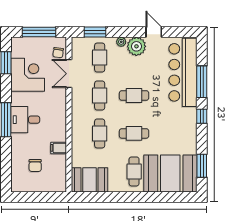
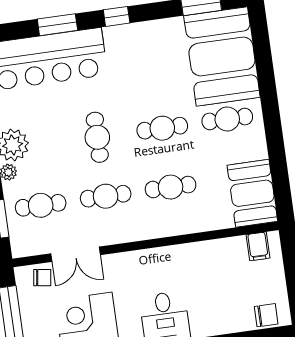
window: (202, 82) -> (57, 25), width x0.69
cafe table: (134, 133) -> (162, 128), turned 90
filing cabinet: (59, 148) -> (258, 246), moved
chair: (35, 166) -> (266, 315), moved

